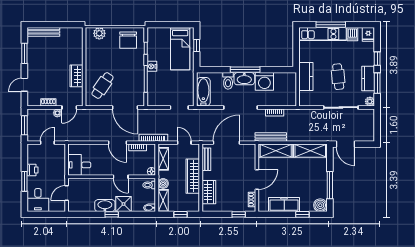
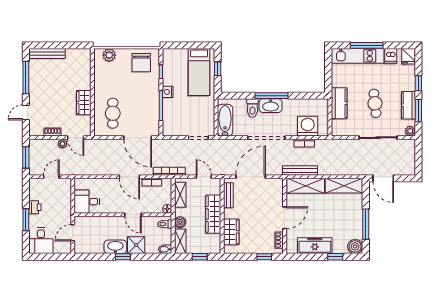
window: (24, 53) -> (26, 77), width x1.44
washing machine: (264, 81) -> (308, 126), moved, turned 180
cafe table: (103, 86) -> (113, 113), turned -34
door: (69, 107) -> (76, 138), hinge flipped

